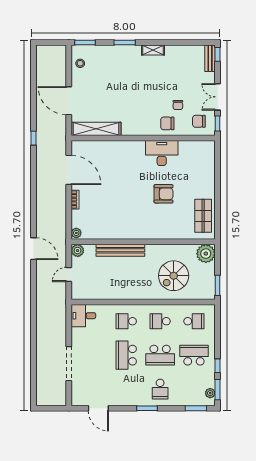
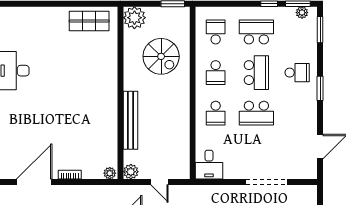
armchair: (164, 194) -> (63, 68), removed
school desk: (194, 355) -> (256, 32), turned 90

